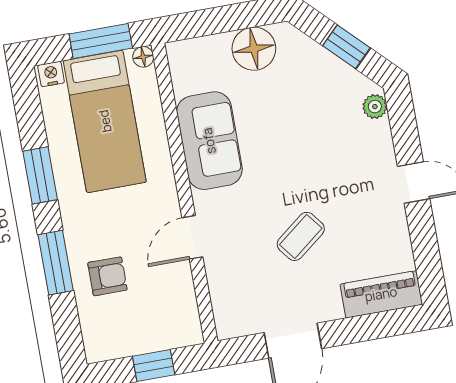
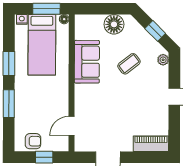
coffee table: (301, 236) -> (129, 64), moved
door: (192, 237) -> (72, 126), moved
armchair: (107, 276) -> (33, 141), moved

